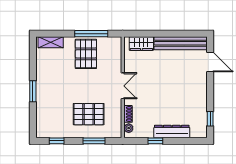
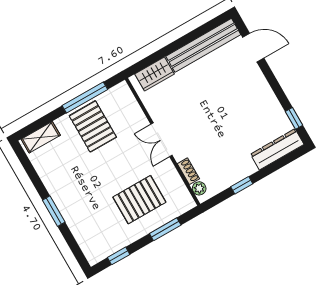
double door: (123, 86) -> (162, 140), swing flipped
dresser: (172, 132) -> (277, 149), moved

